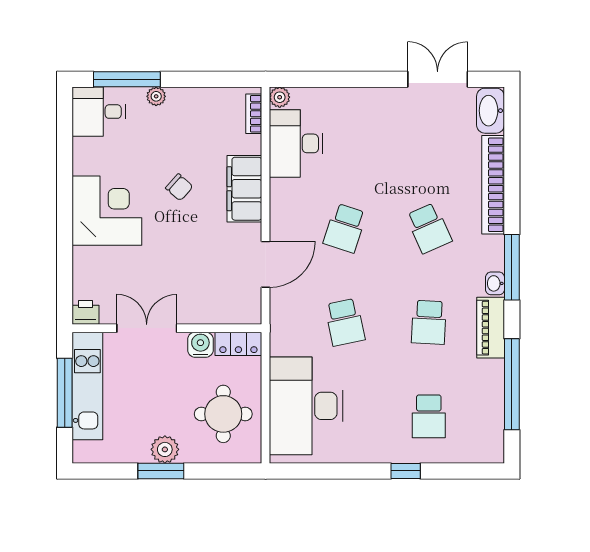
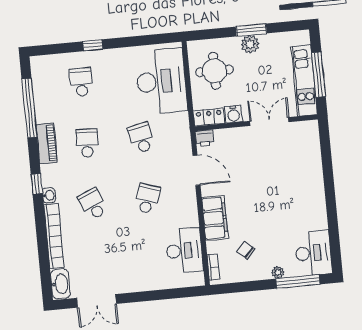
plant: (280, 97) -> (198, 279), removed
desk: (99, 112) -> (313, 253), width x1.37
chair: (179, 187) -> (246, 250), moved
corner desk: (107, 211) -> (303, 195), removed
door: (266, 264) -> (196, 170), swing flipped
window: (512, 267) -> (37, 184), width x0.46
washbasin: (495, 283) -> (49, 195), moved
printer: (85, 312) -> (205, 138), moved
double door: (147, 328) -> (269, 122), swing flipped

